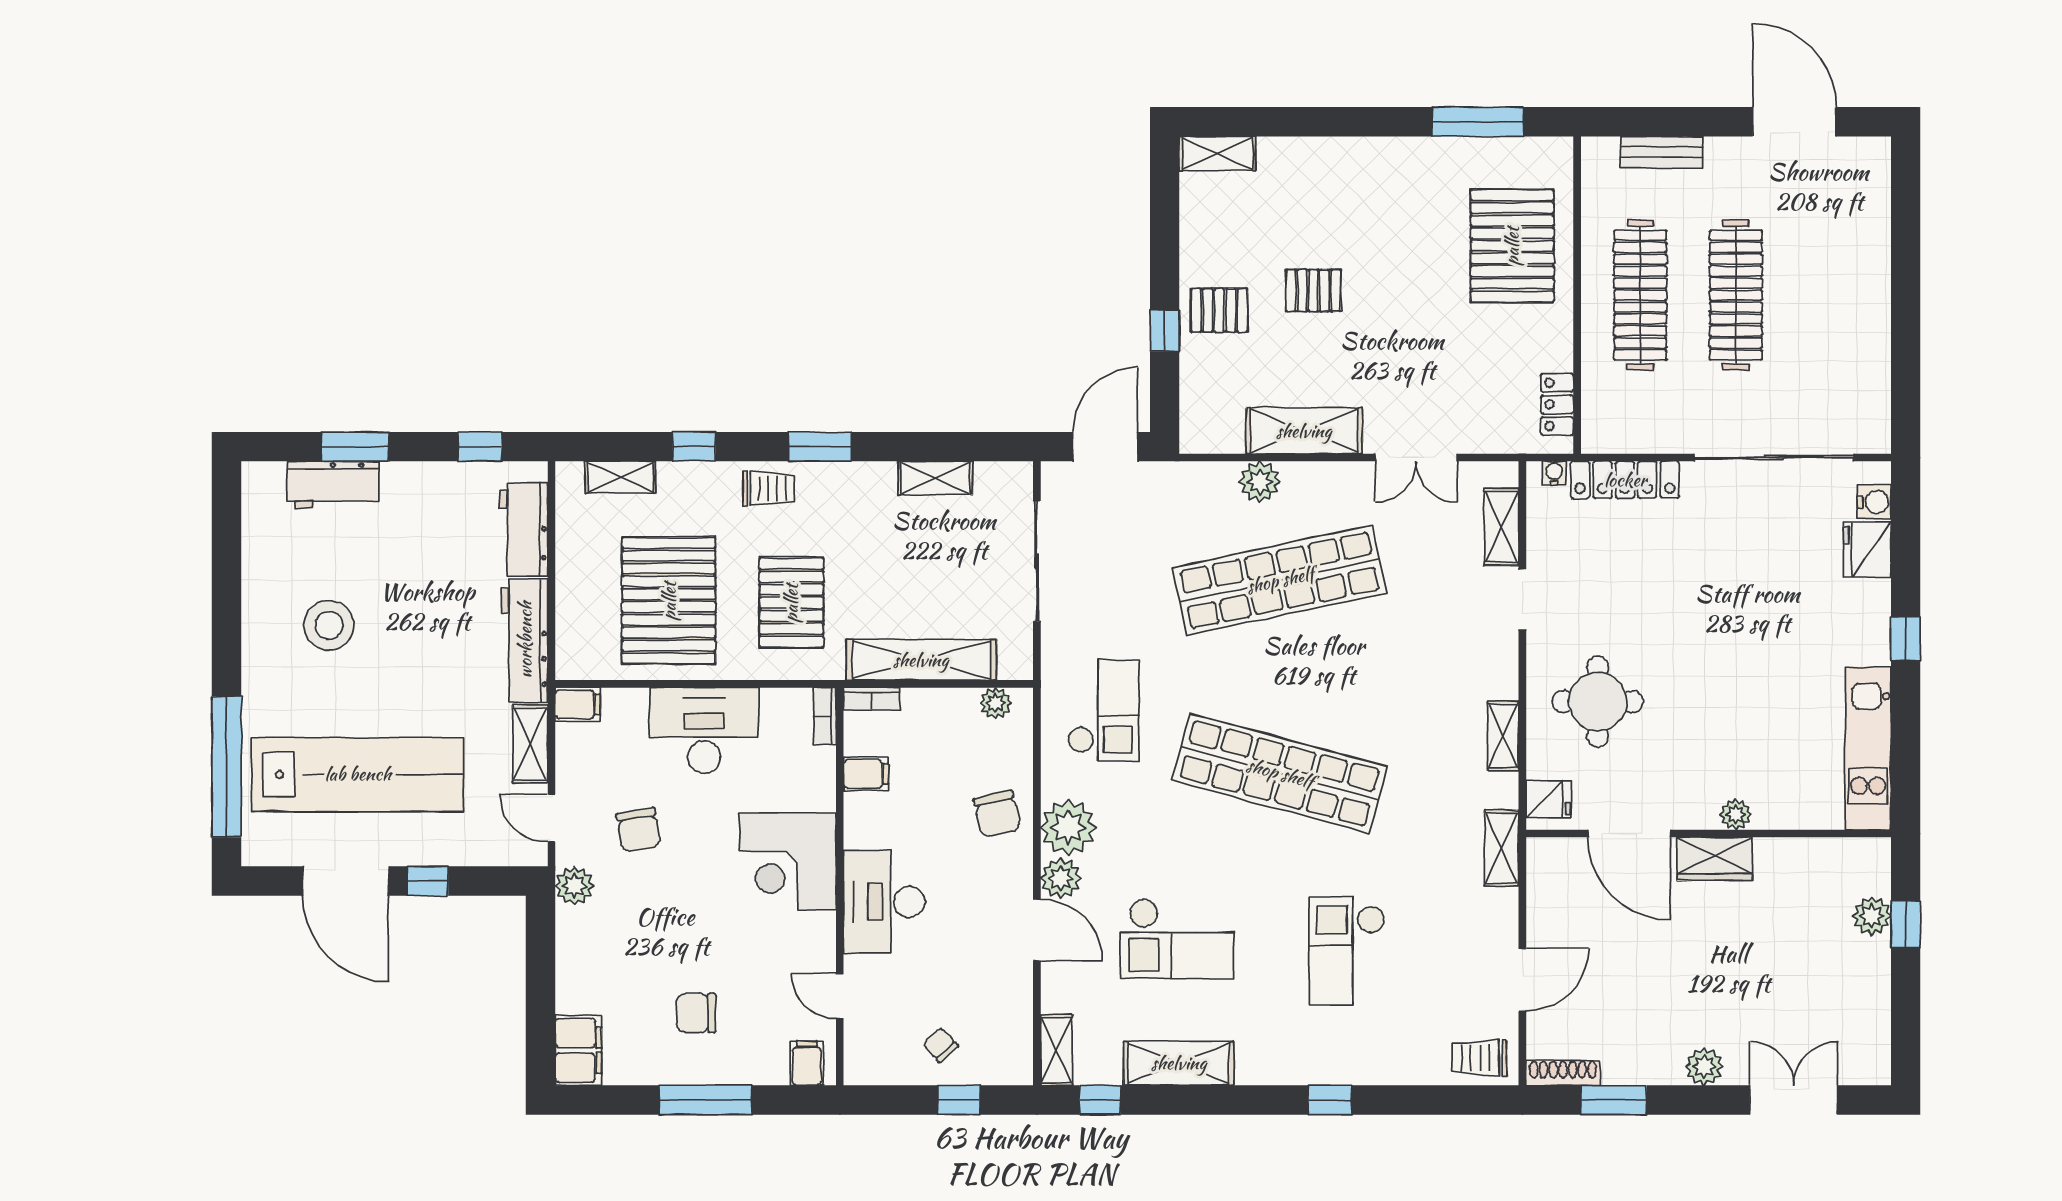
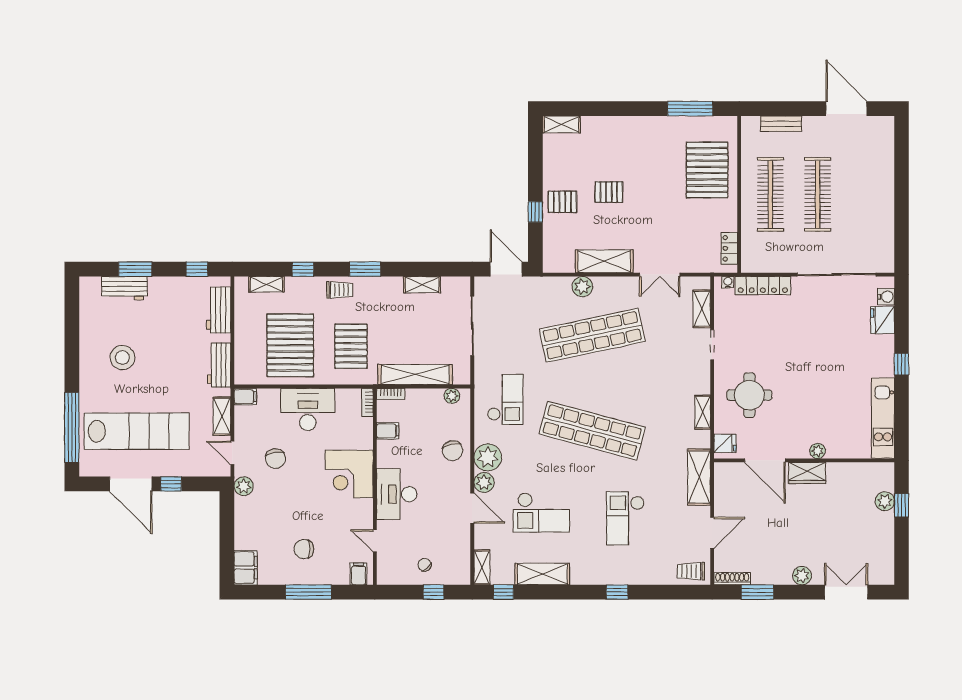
door: (1105, 447) -> (506, 269), hinge flipped
workbench: (525, 640) -> (219, 365), width x0.73
shelving: (1502, 848) -> (699, 477), width x1.50, depth x1.33

